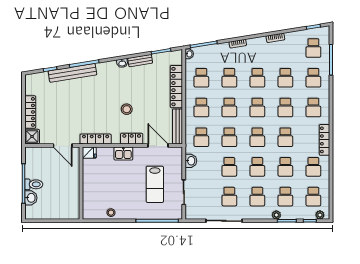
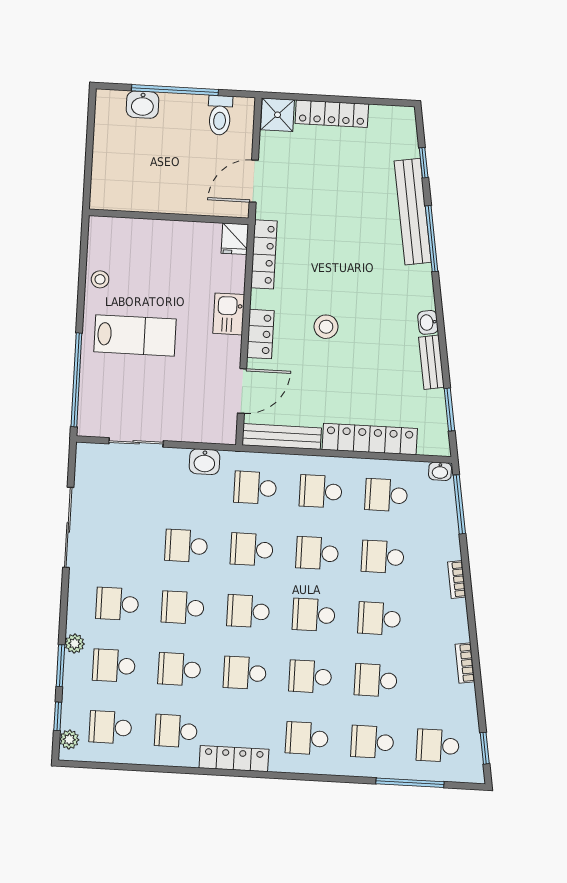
toilet: (34, 184) -> (220, 115), moved
lab bench: (155, 184) -> (135, 335), moved, turned 180
school desk: (229, 197) -> (121, 542), removed

